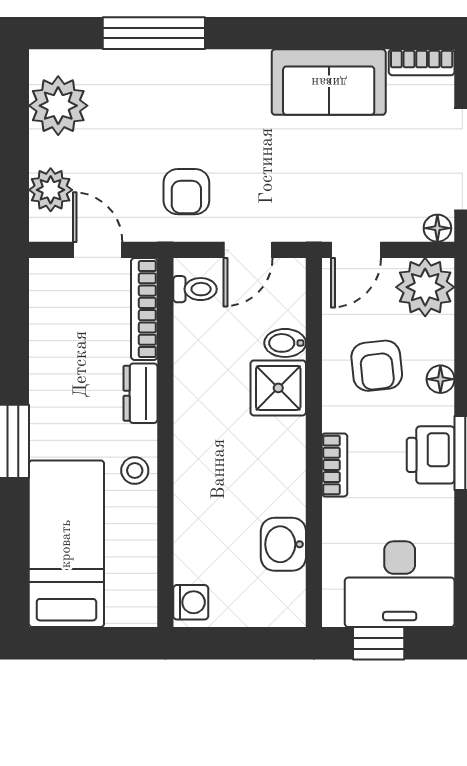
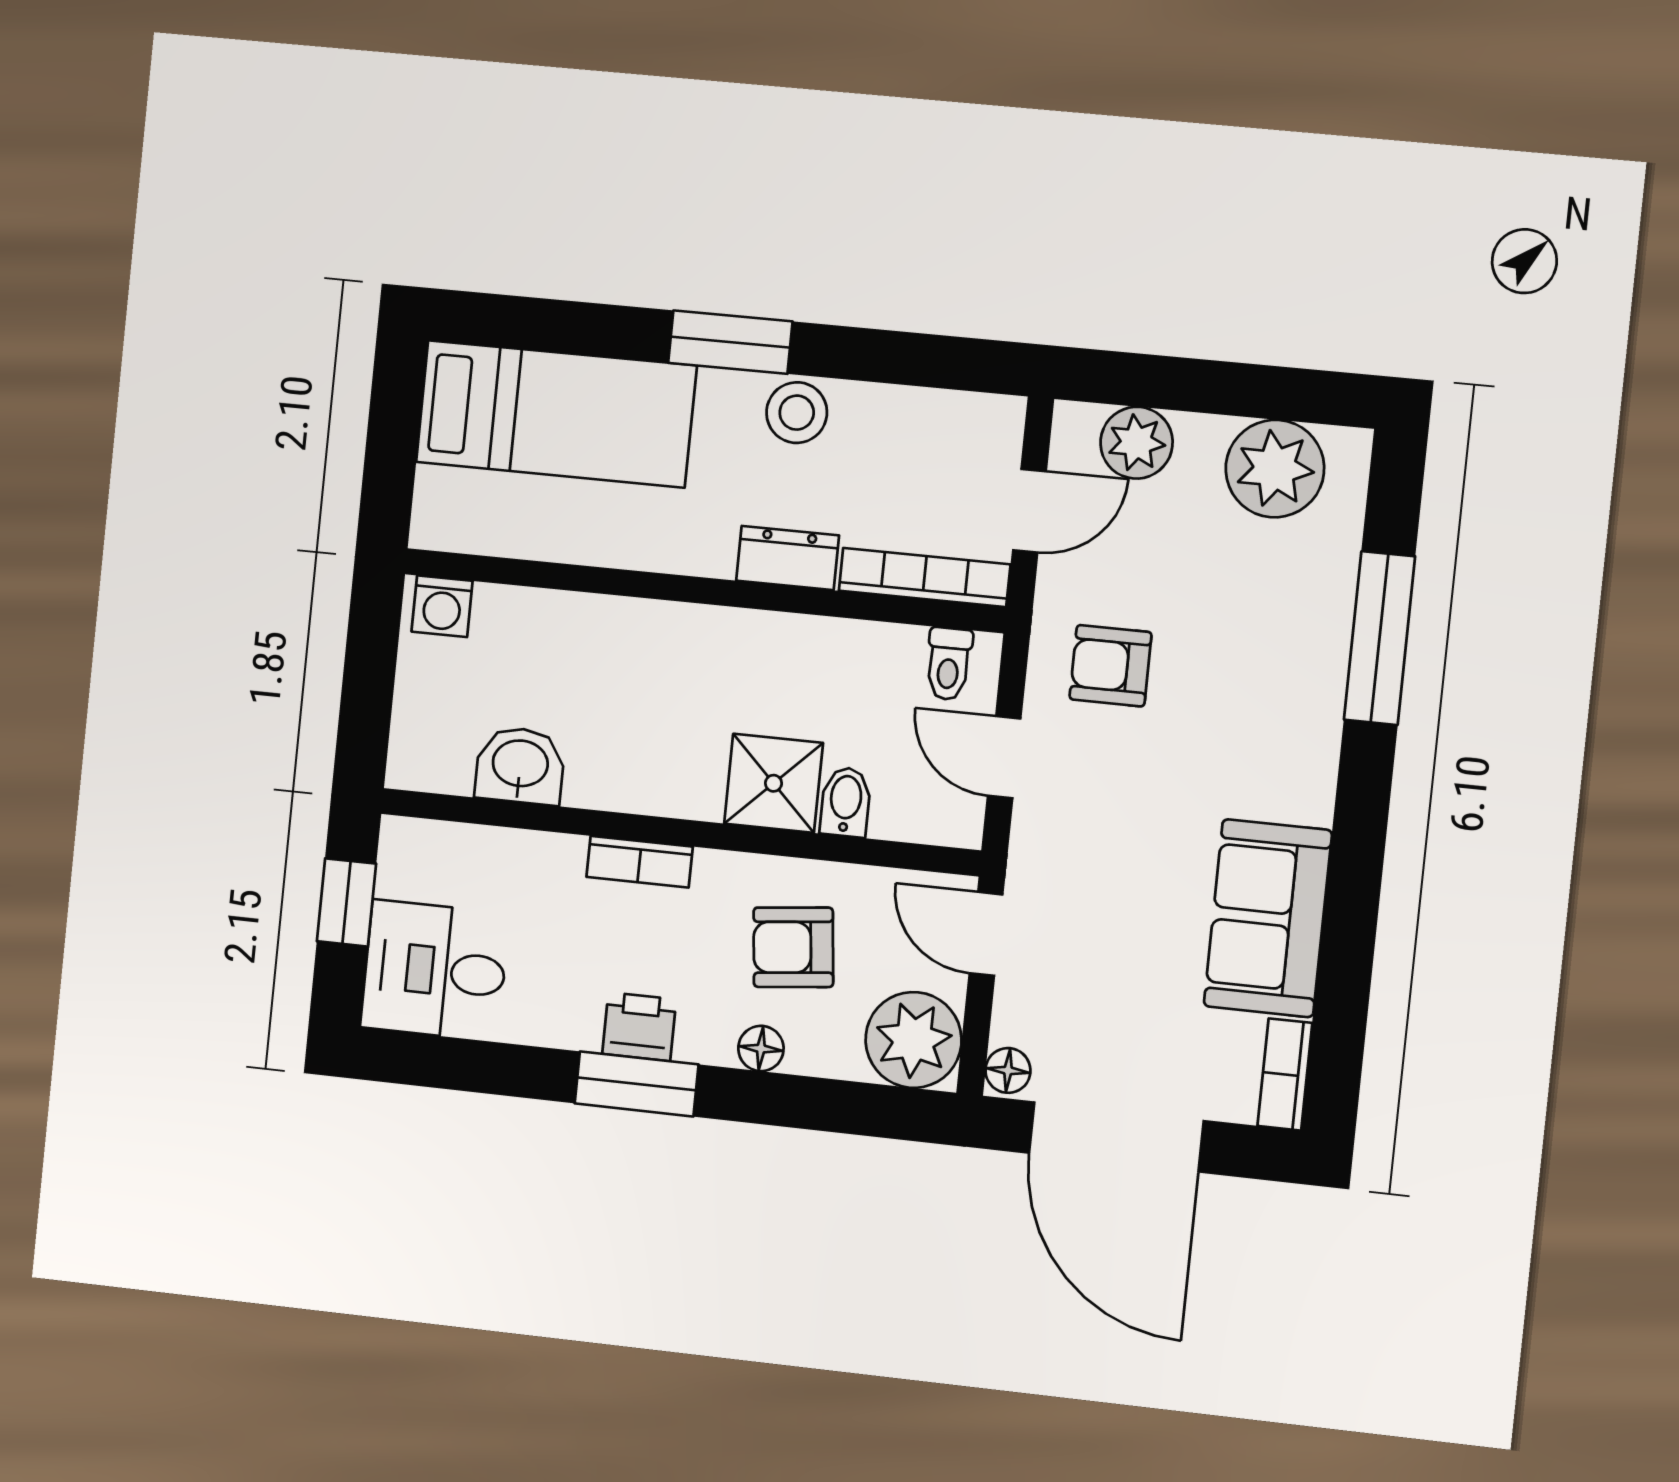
printer: (431, 455) -> (639, 1027), width x0.73, depth x0.81
stool: (135, 470) -> (797, 413), moved, width x1.37, depth x1.37
desk: (400, 584) -> (435, 971), width x0.73

